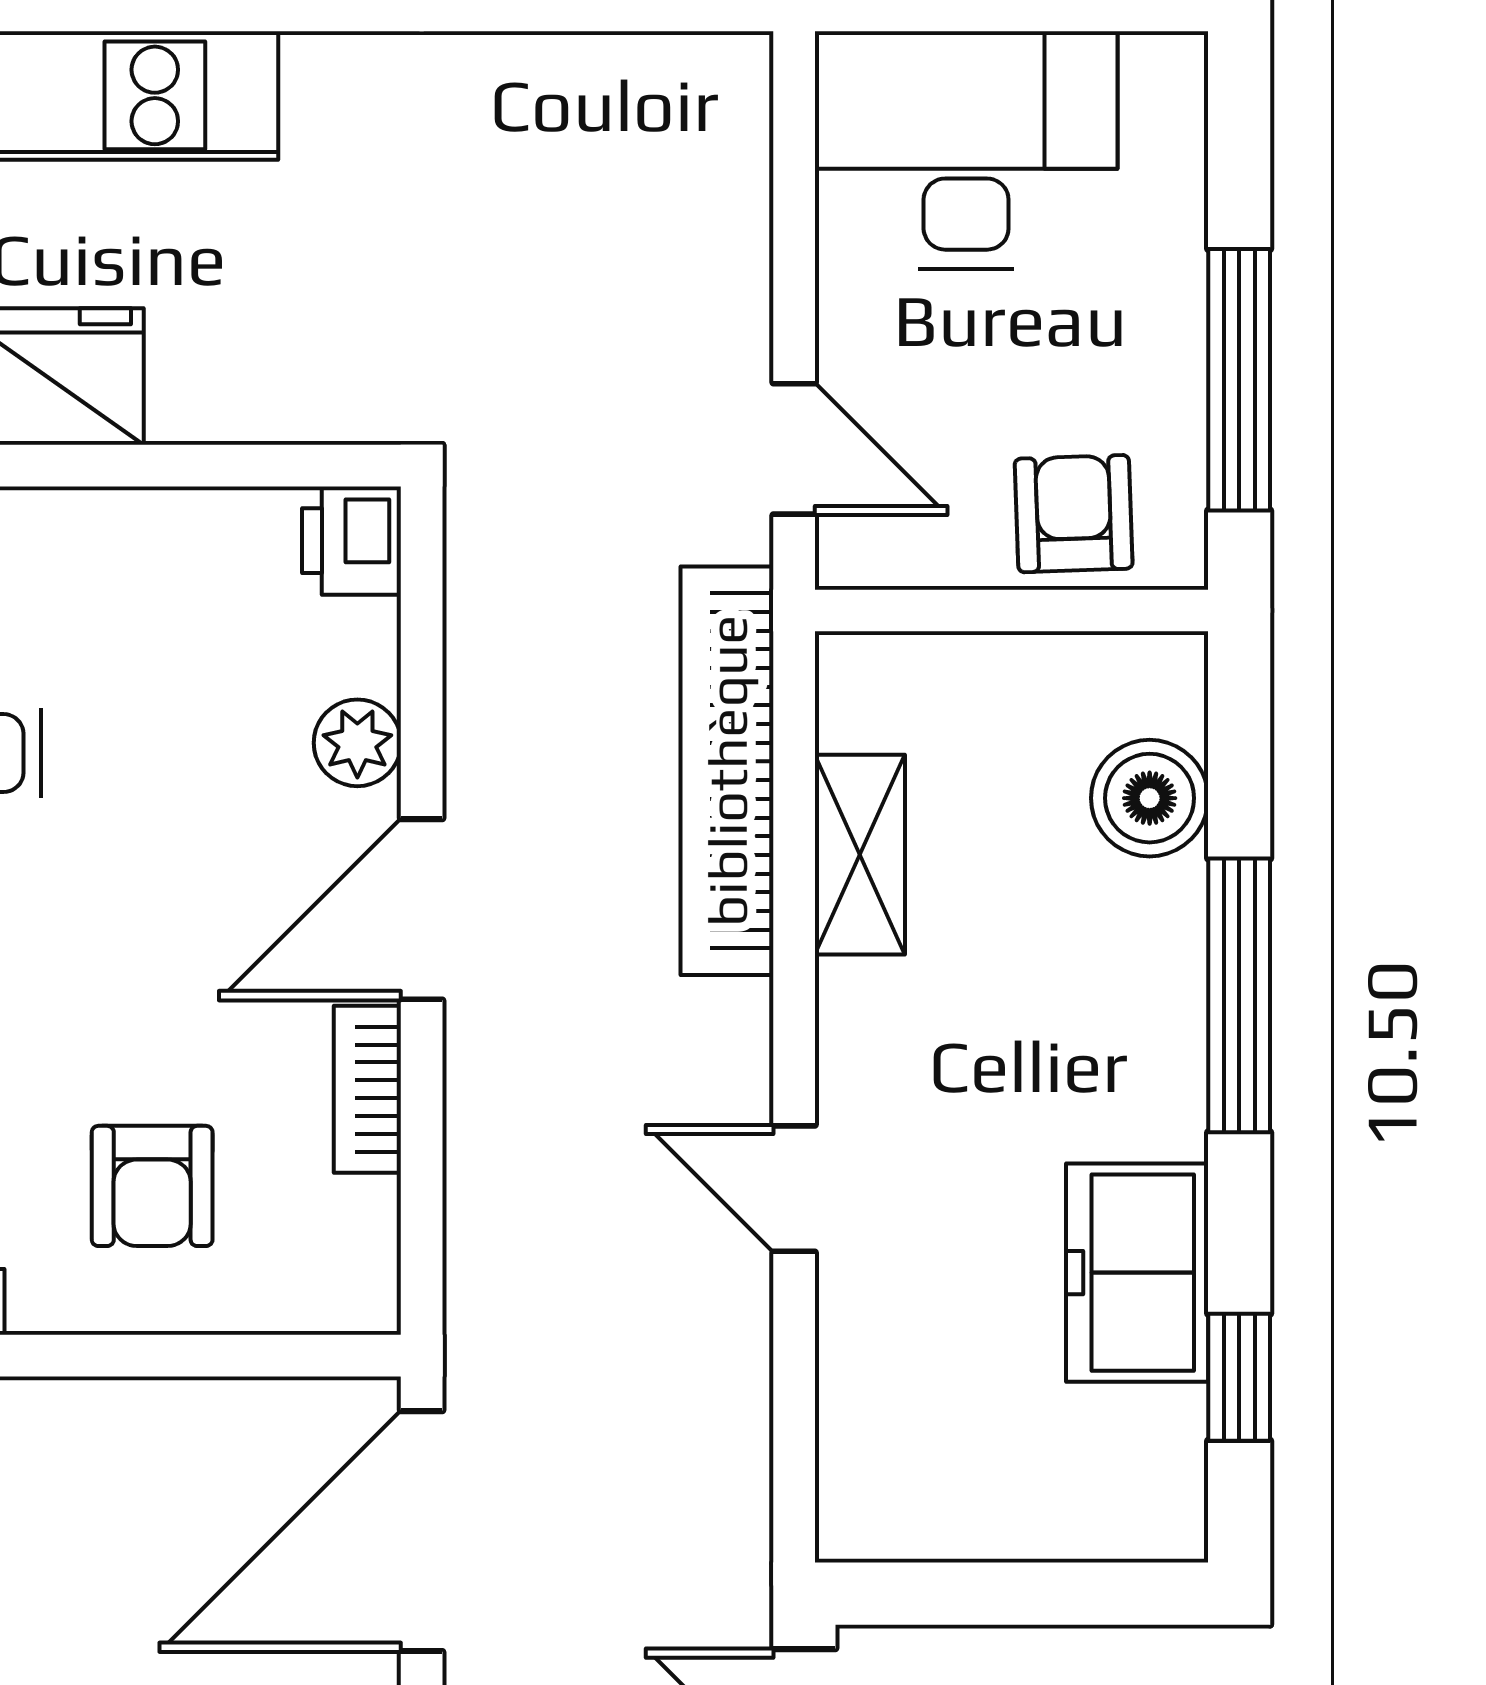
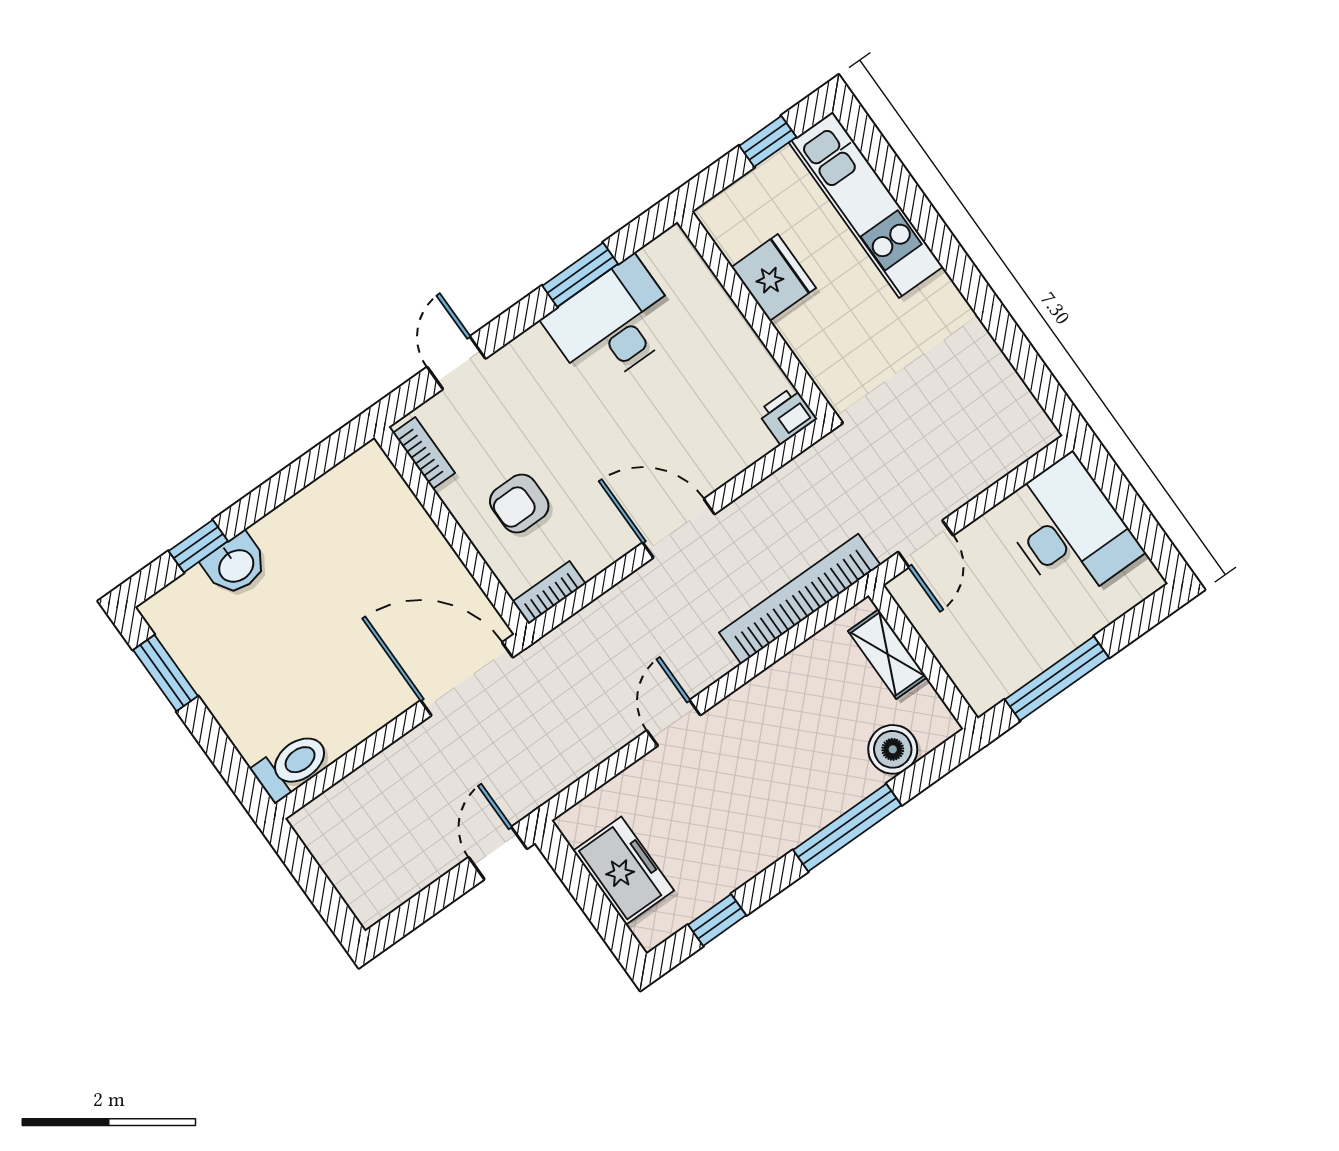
armchair: (1074, 514) -> (971, 655), removed
plant: (357, 743) -> (720, 466), removed
shelving: (860, 855) -> (888, 654), moved, turned 90
bookcase: (367, 1089) -> (549, 593), moved
freezer: (1137, 1273) -> (623, 871), moved, turned 90

